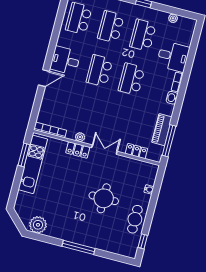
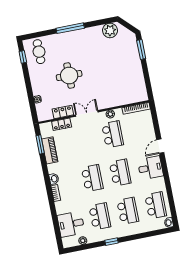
desk: (173, 56) -> (71, 224), moved
school desk: (88, 115) -> (113, 134), added
window: (169, 141) -> (40, 144), width x0.69
locker: (78, 150) -> (63, 112), moved
double door: (104, 150) -> (87, 113), swing flipped
window: (24, 155) -> (141, 50), moved
kitchen unit: (33, 164) -> (137, 75), removed
cafe table: (135, 219) -> (39, 52), moved

